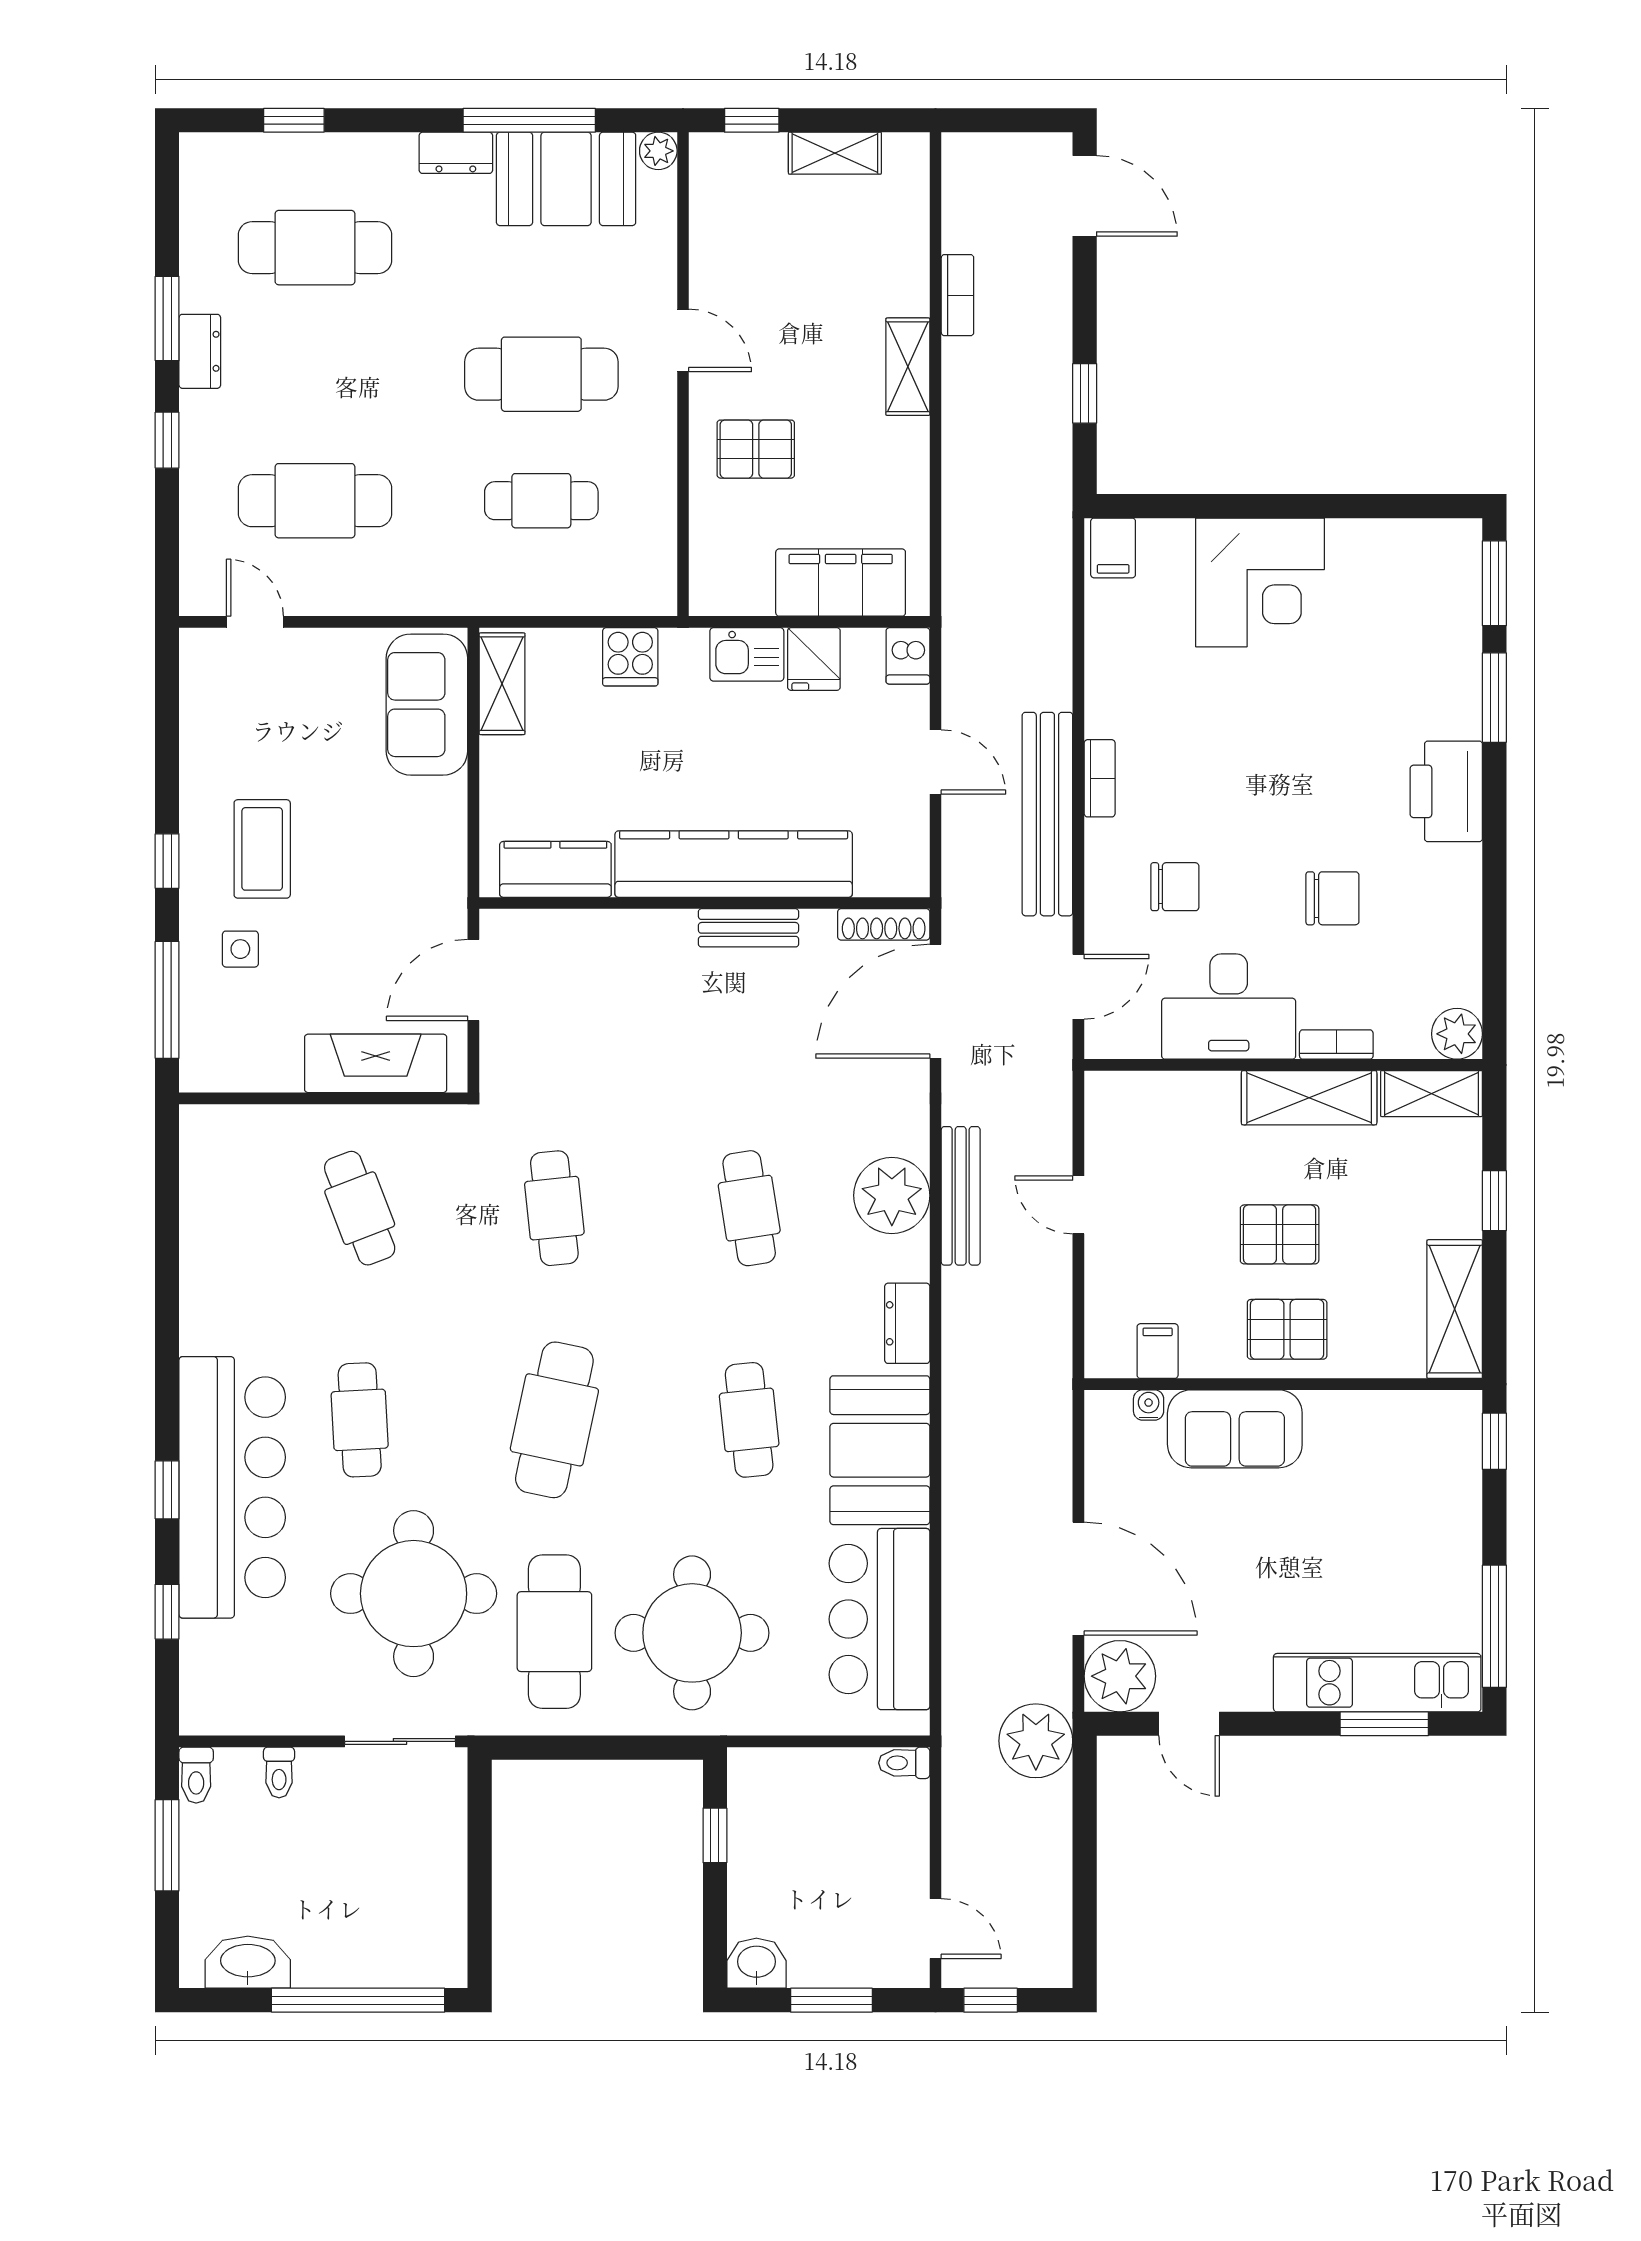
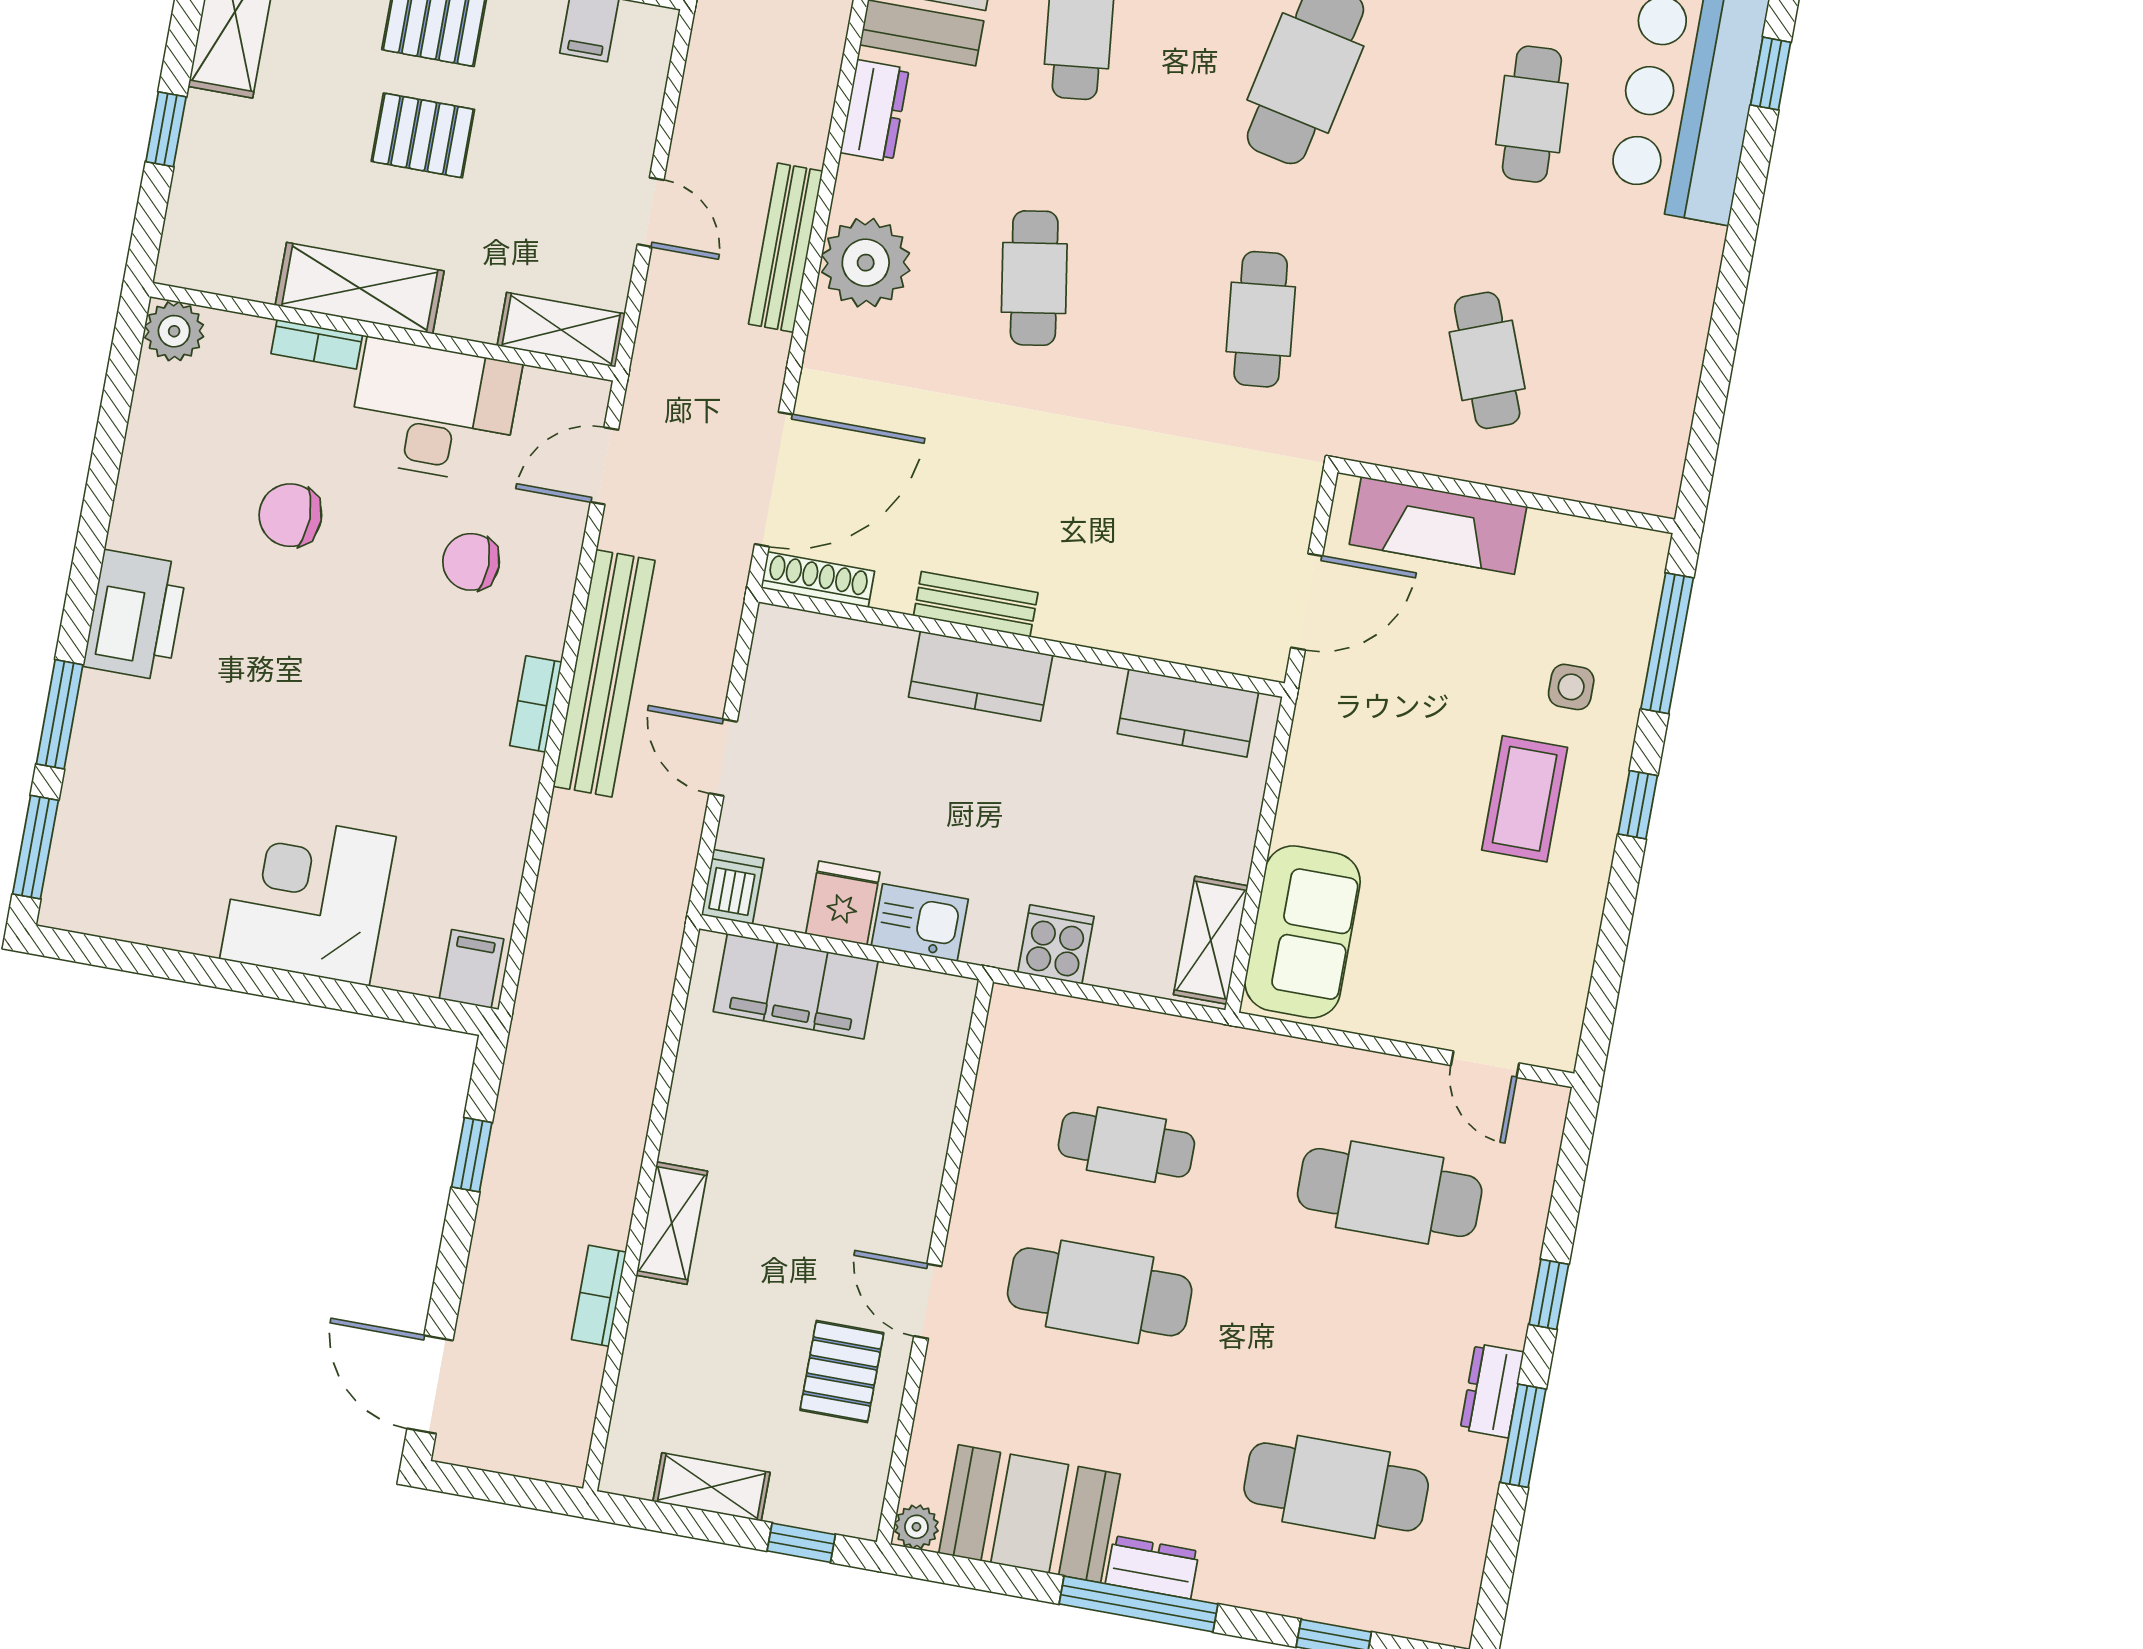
window: (529, 120) -> (1138, 1604), moved
pallet: (756, 449) -> (842, 1372), moved, turned 90
kitchen counter: (734, 864) -> (981, 676), width x0.48, depth x0.86
shelving: (1432, 1094) -> (561, 330), moved

